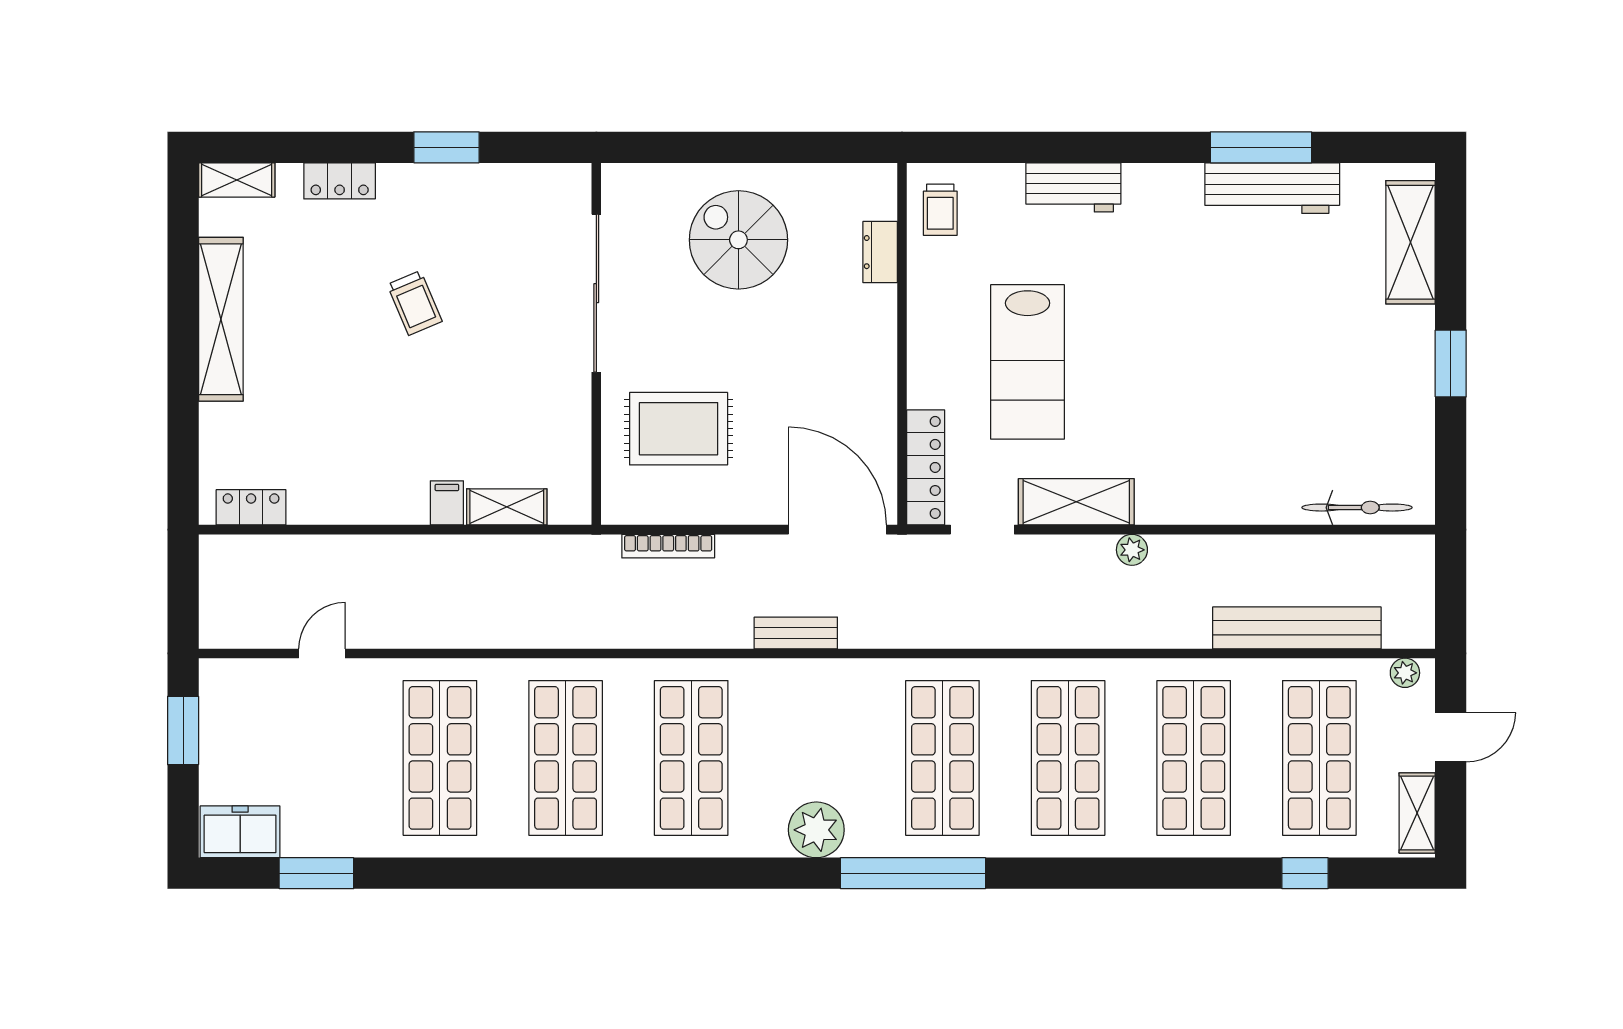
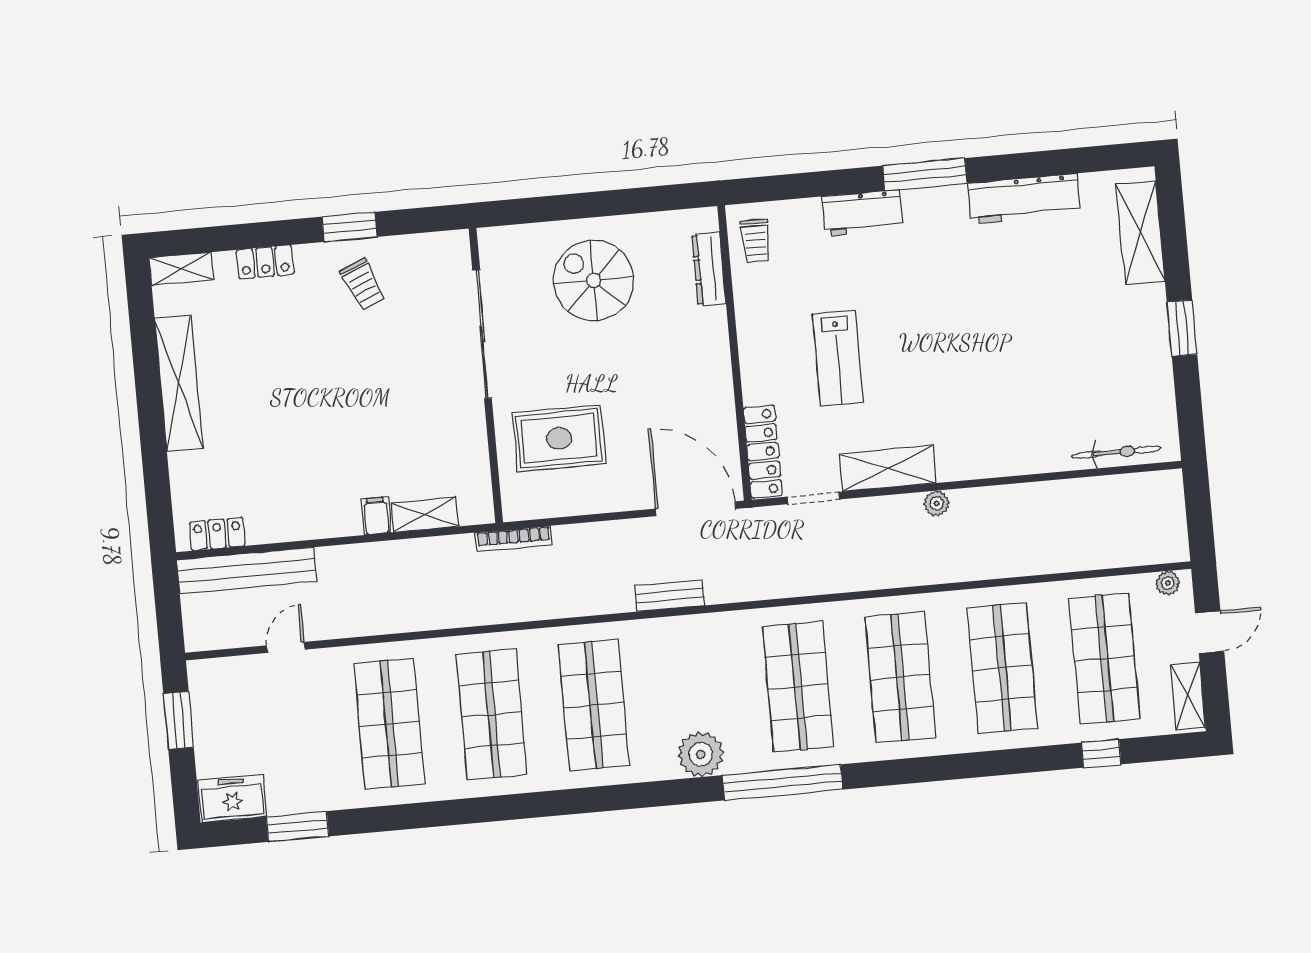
window: (1261, 147) -> (925, 174), moved
dresser: (880, 252) -> (709, 269), width x1.44
trolley: (415, 303) -> (363, 284), moved
lab bench: (1028, 362) -> (838, 358), width x0.73, depth x0.72
bookcase: (668, 546) -> (514, 539), moved
bench: (1297, 628) -> (247, 571), moved

